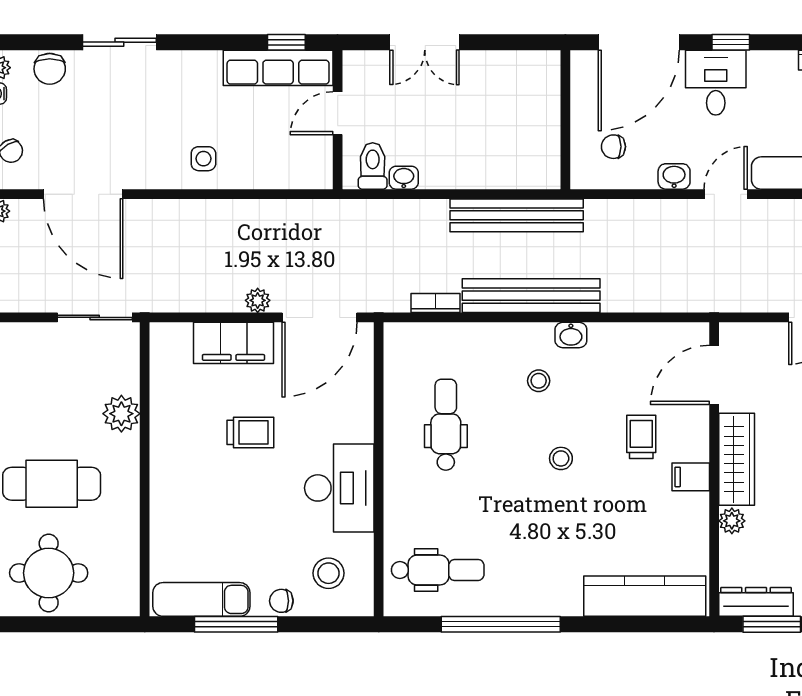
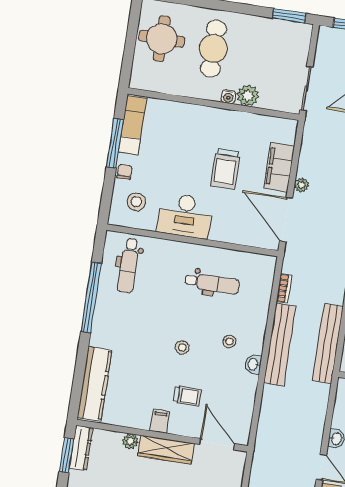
trolley: (250, 432) -> (225, 169), width x1.36, depth x1.39
water cooler: (129, 446) -> (228, 97), added

